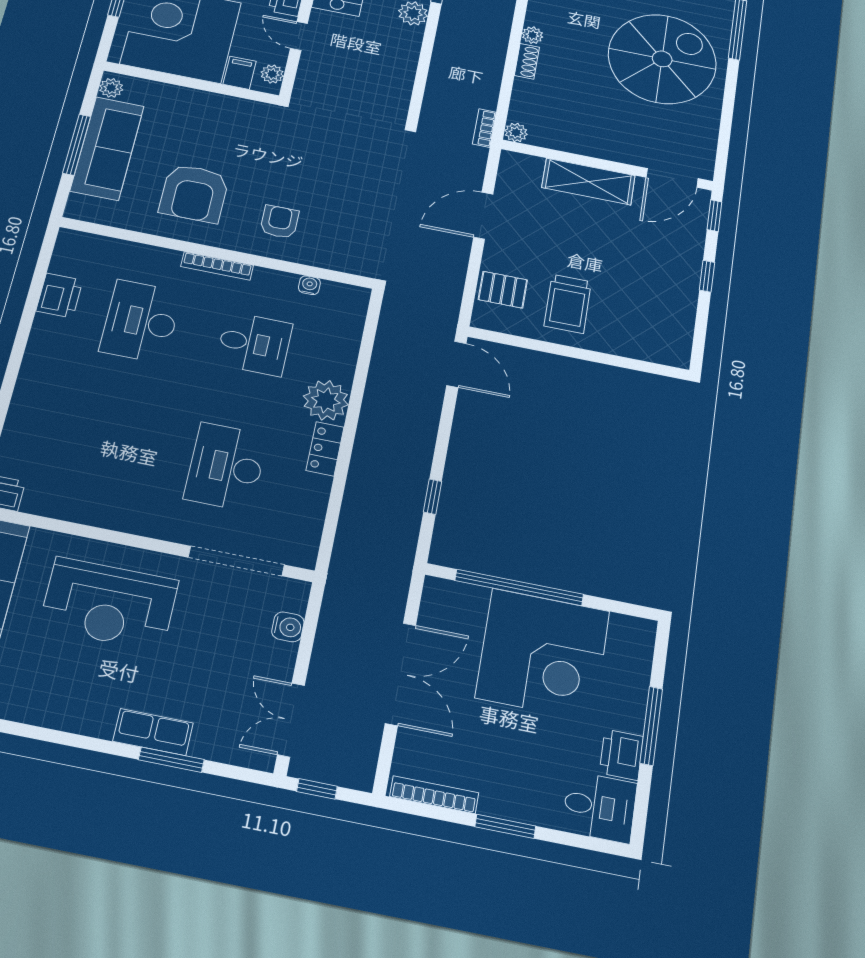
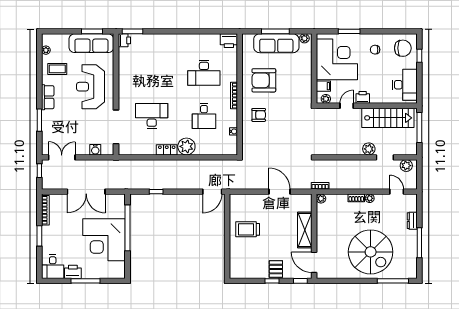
pallet: (503, 290) -> (276, 269), moved
printer: (59, 295) -> (229, 41), moved
desk: (141, 321) -> (204, 73), turned 180
coffee table: (37, 682) -> (57, 69), added
row of seats: (153, 732) -> (48, 97), moved

